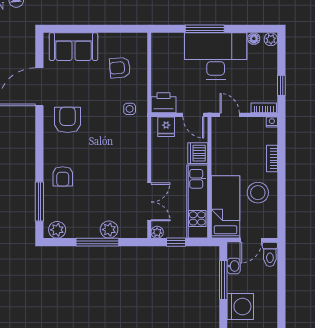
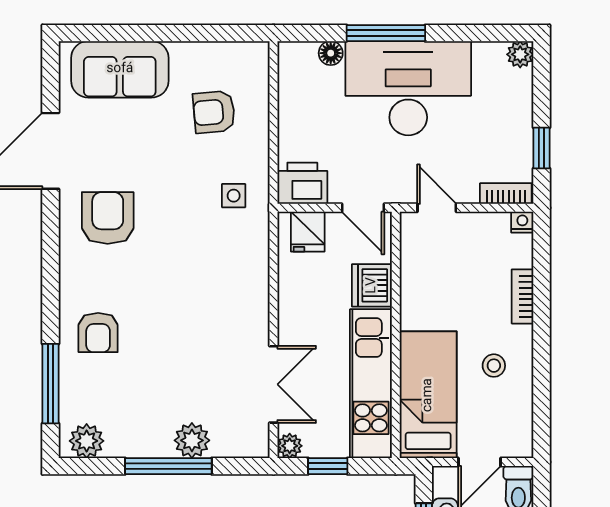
floor lamp: (254, 39) -> (331, 53), moved
stool: (258, 193) -> (494, 366), width x0.53, depth x0.53

